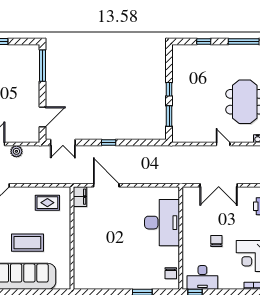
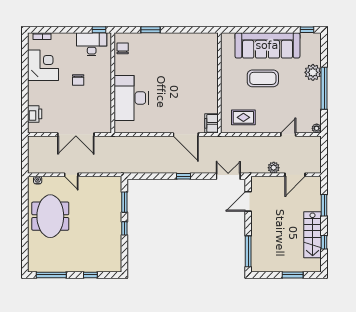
double door: (219, 185) -> (76, 134), swing flipped

